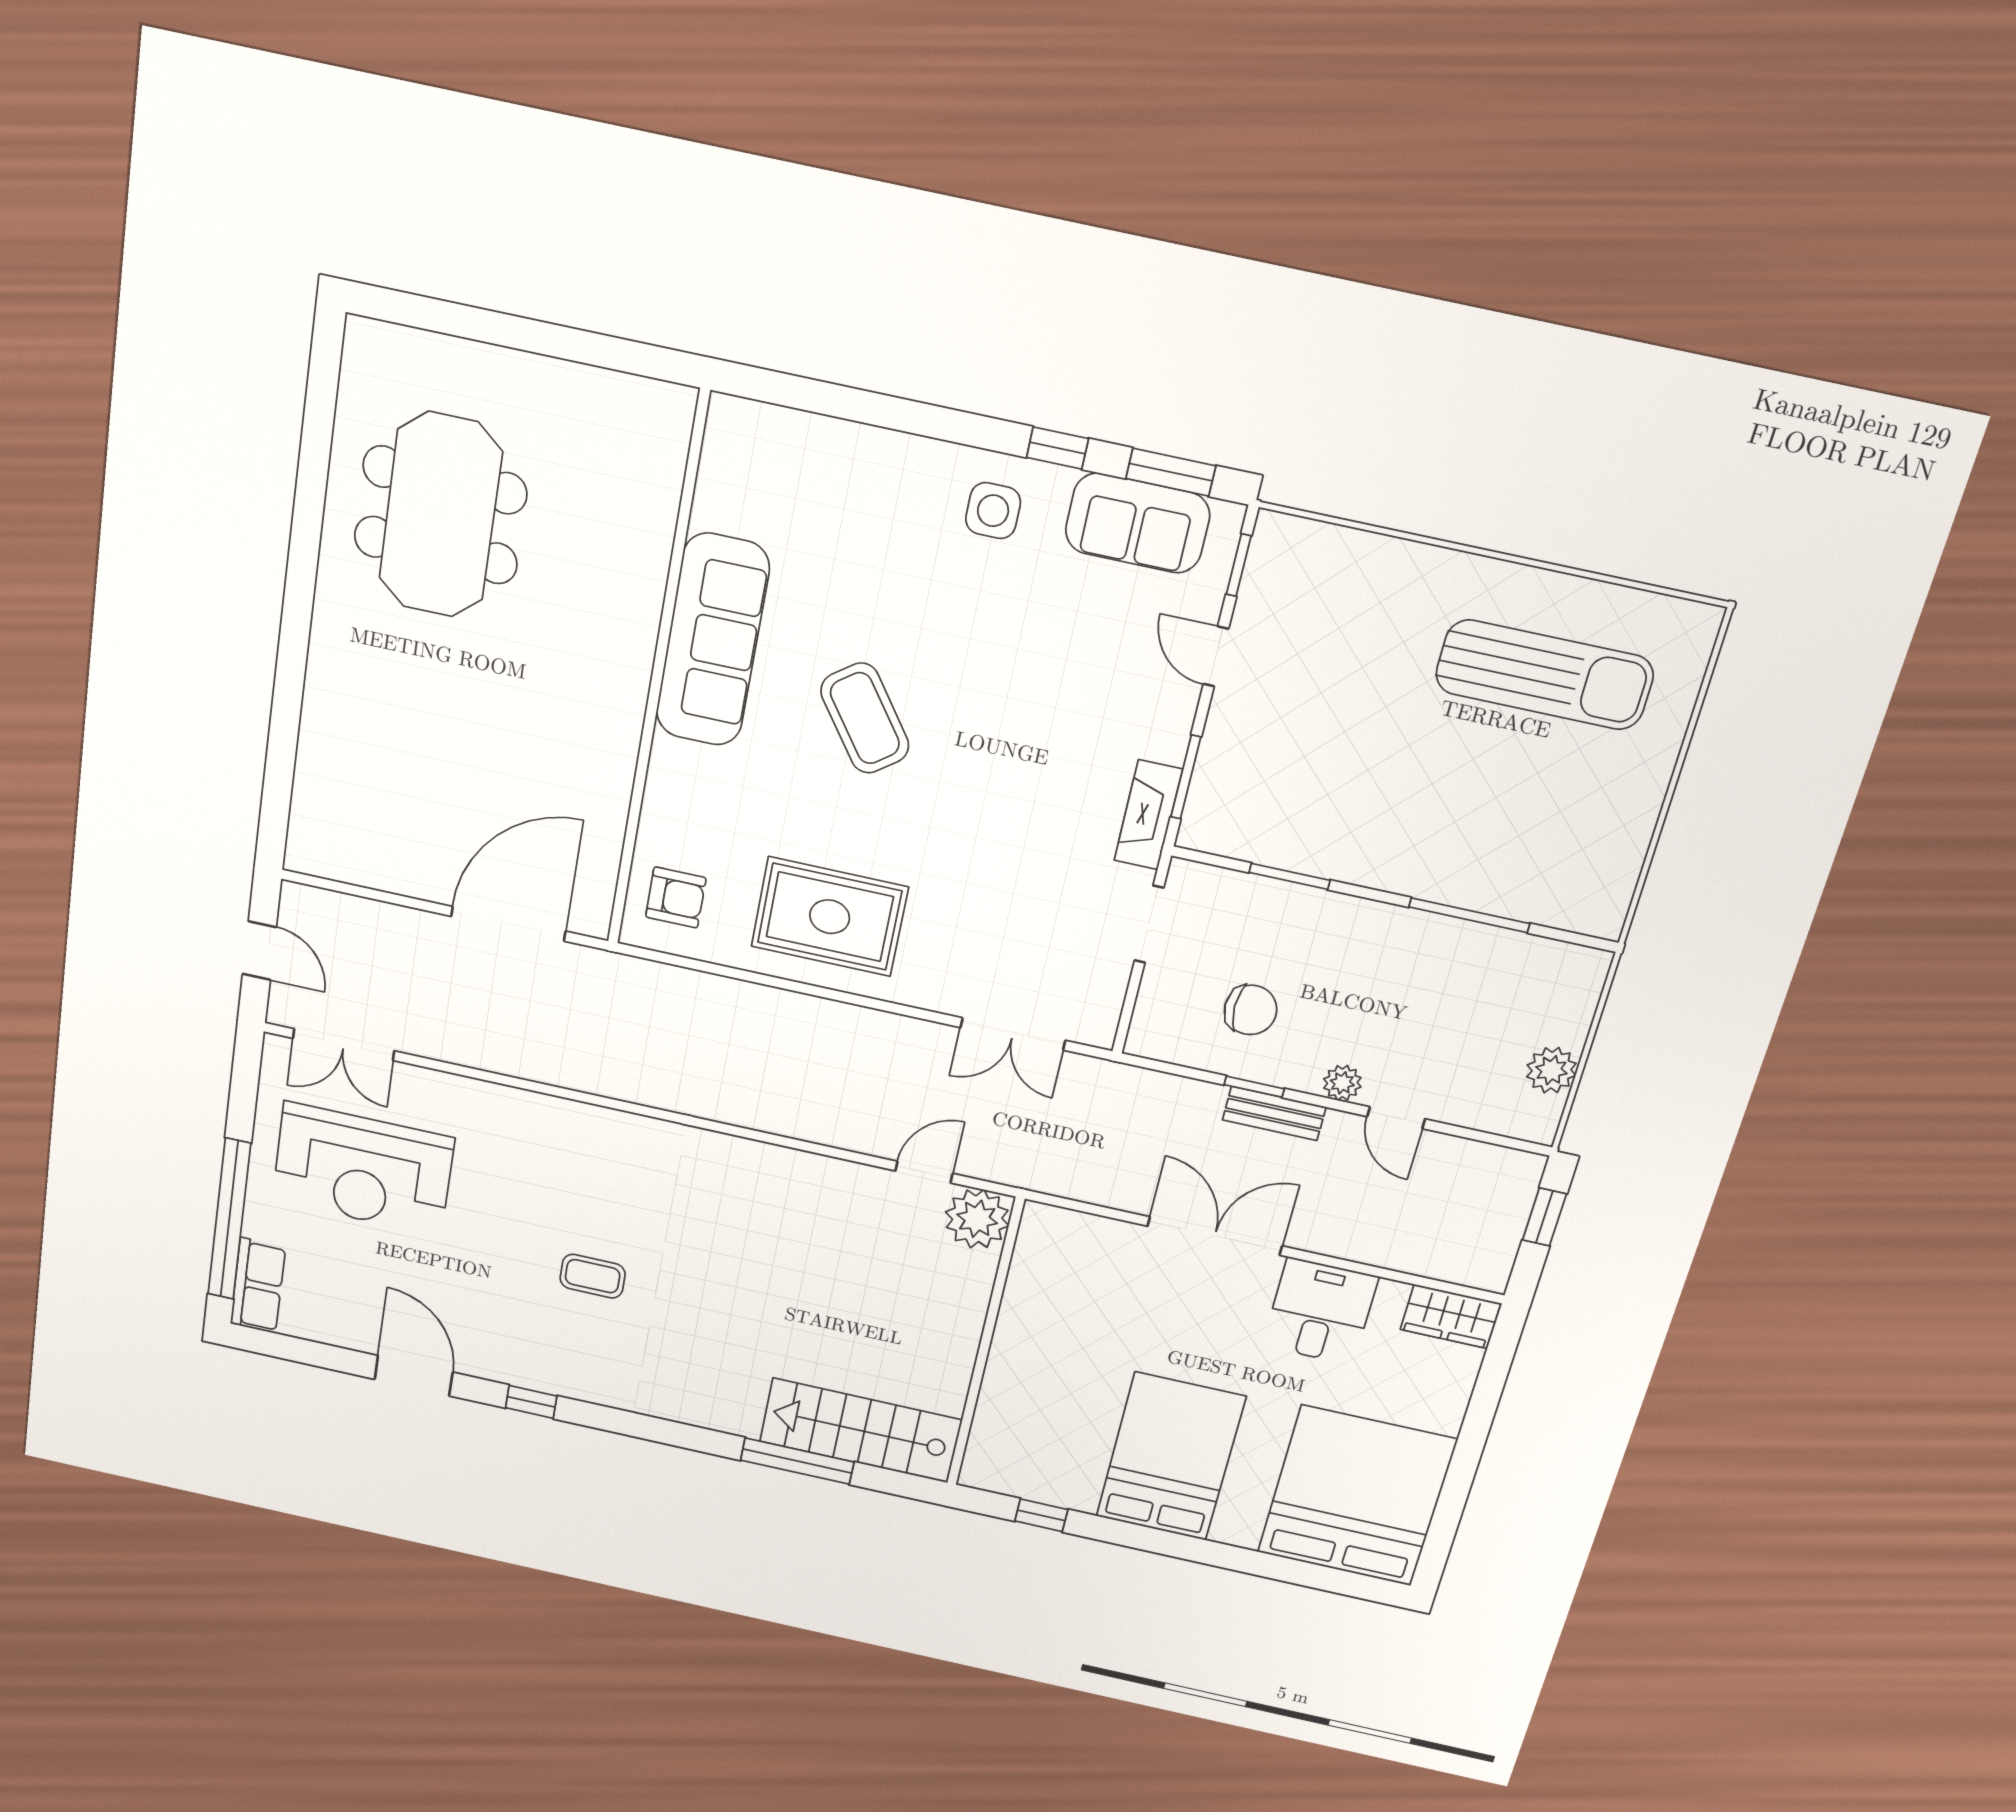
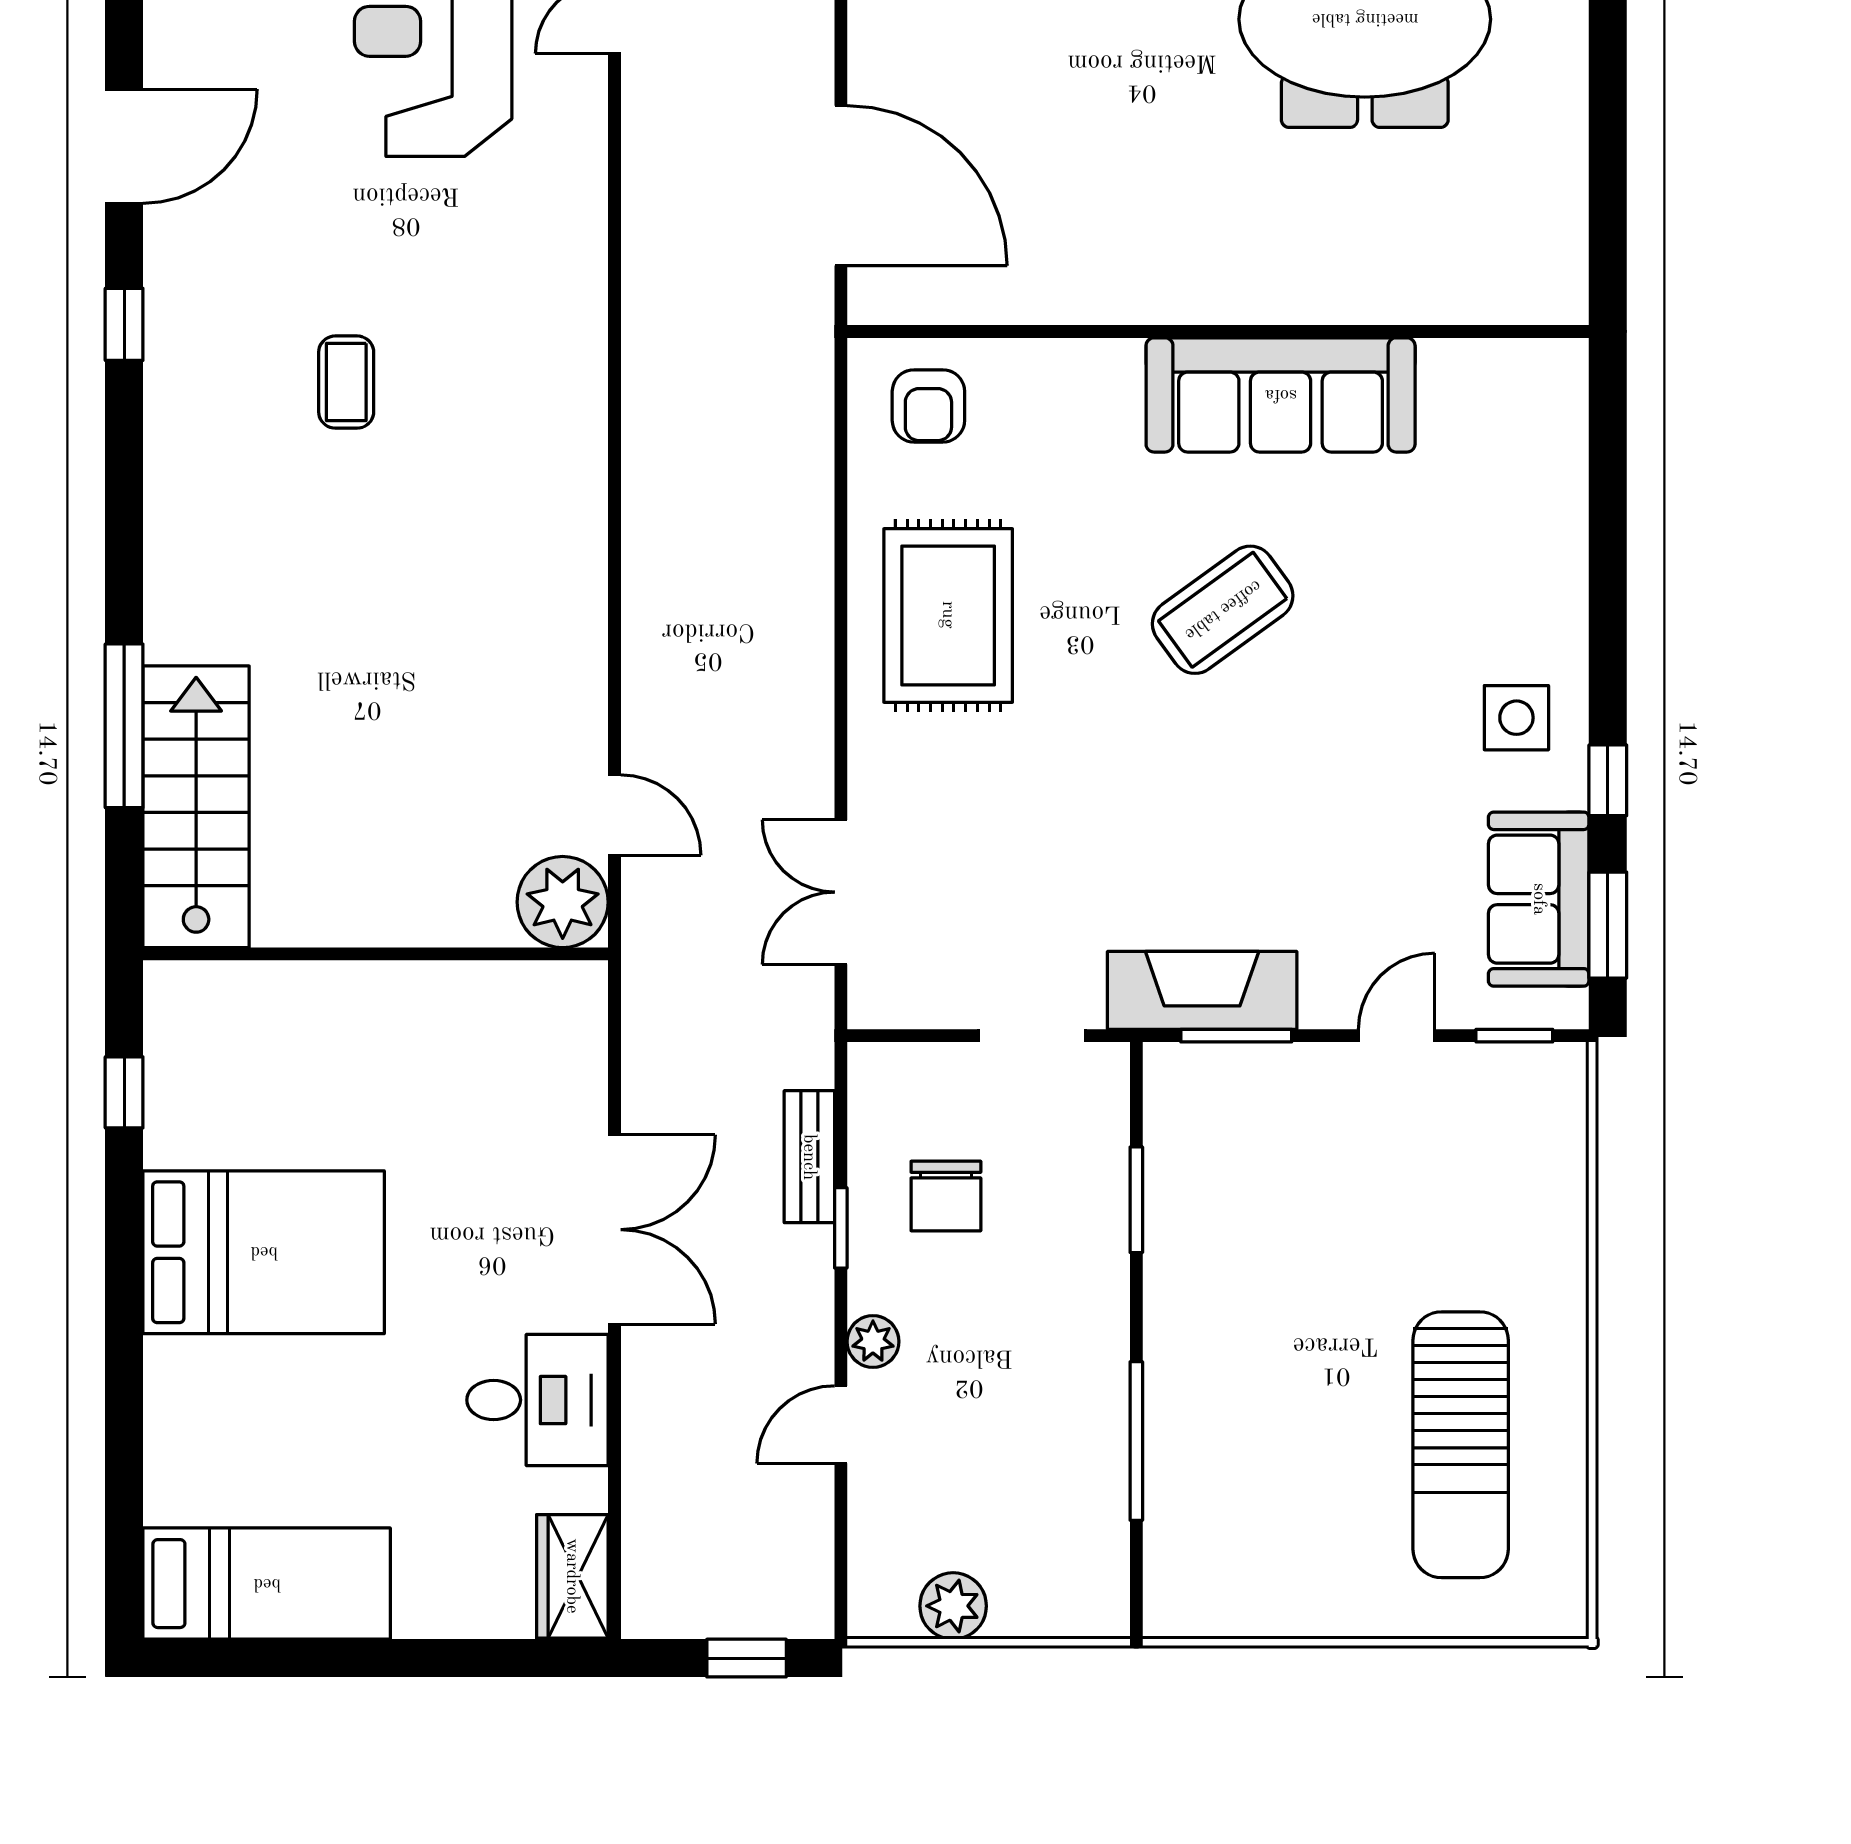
fireplace: (1148, 815) -> (1202, 990), width x1.37, depth x1.32
bench: (1274, 1113) -> (809, 1157), moved
bed: (1357, 1496) -> (267, 1584), width x0.49

